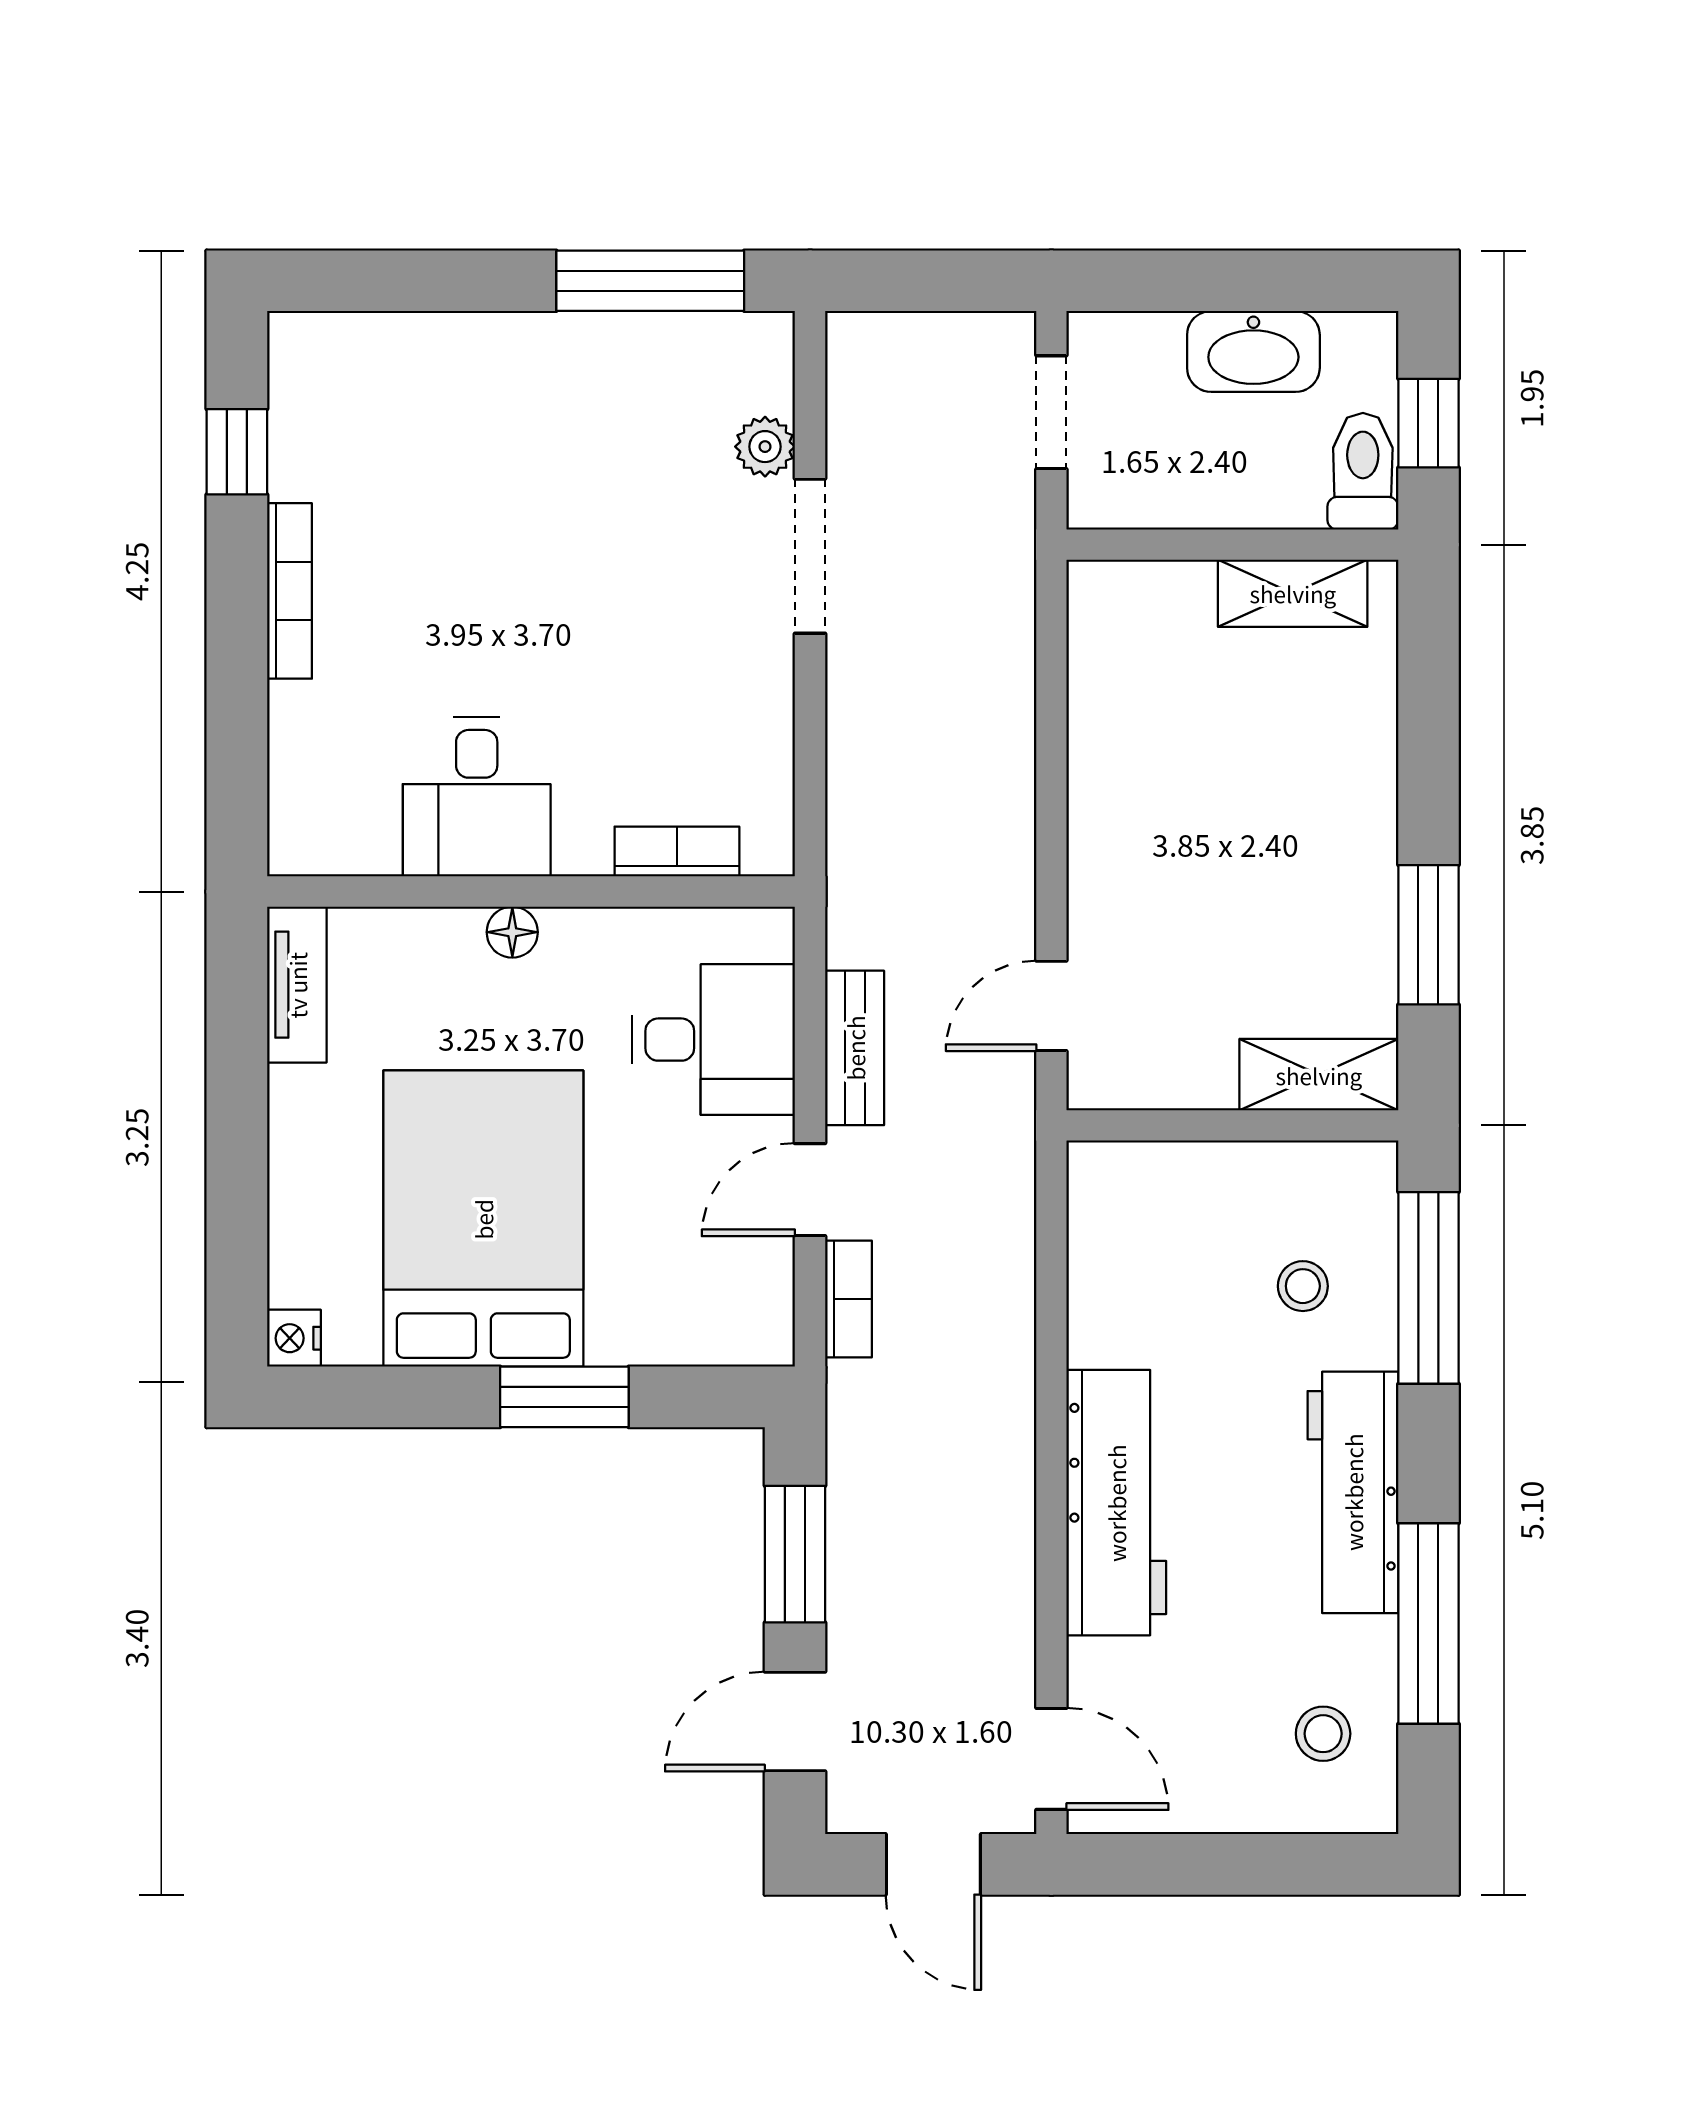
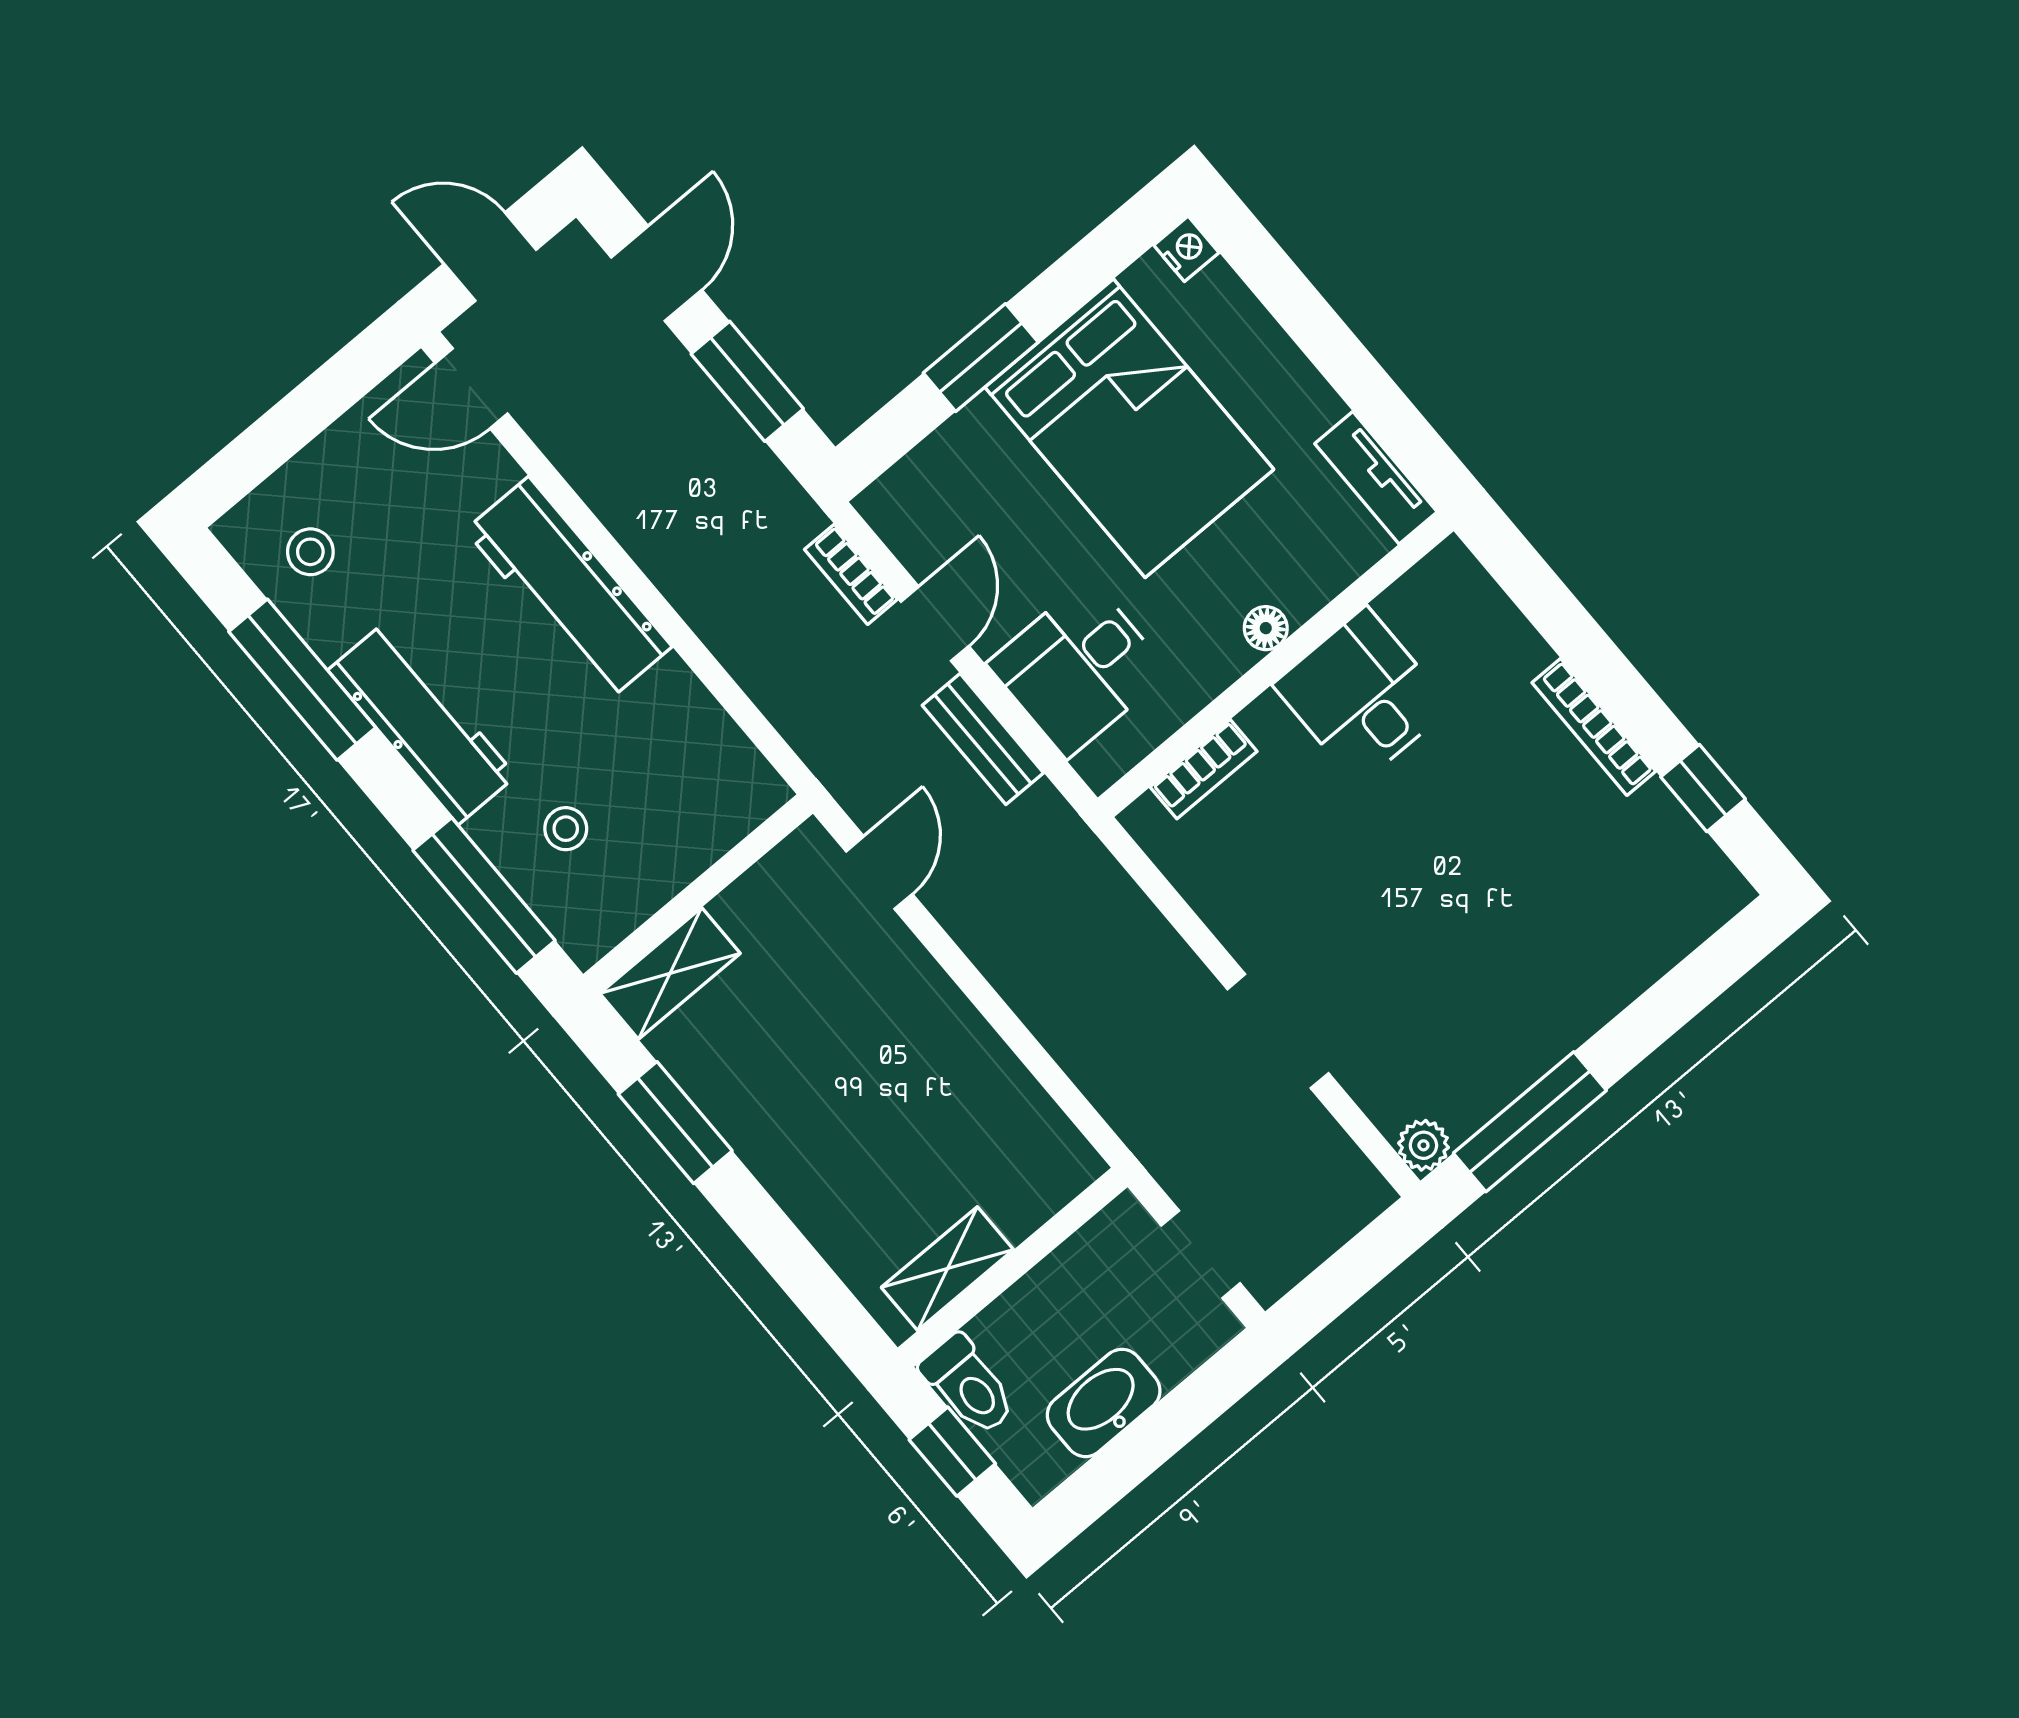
plant: (765, 447) -> (1423, 1145), moved

